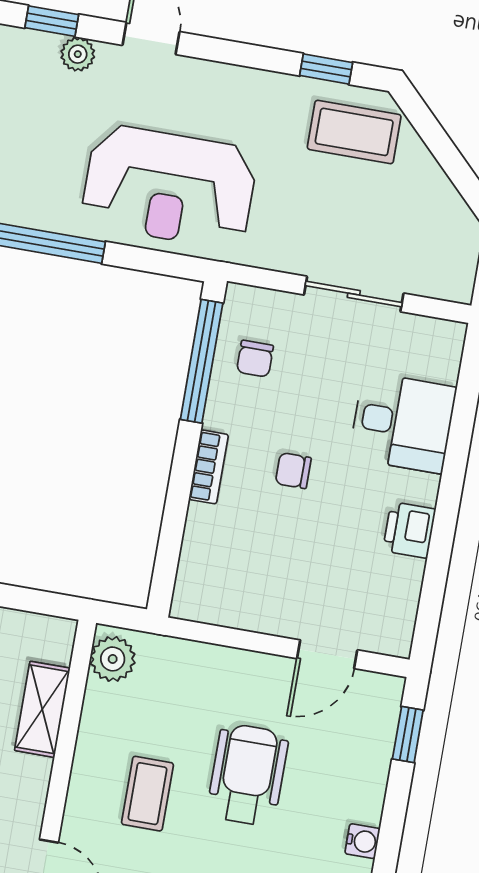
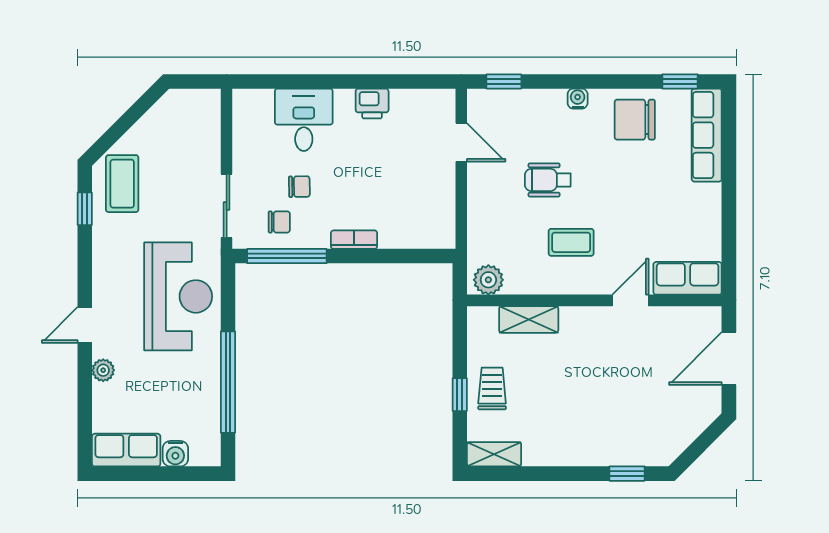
window: (52, 21) -> (85, 391), removed
sliding door: (354, 294) -> (227, 206), moved
chair: (293, 471) -> (299, 187), moved, turned -91
wheelchair: (248, 775) -> (548, 180), width x0.73, depth x0.73

